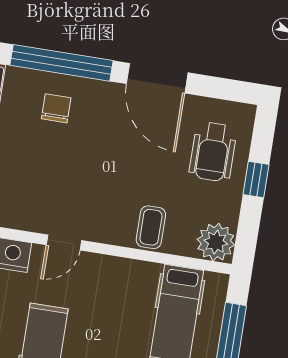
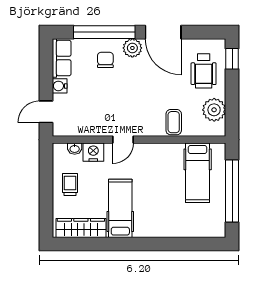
plant: (103, 96) -> (132, 48), added
window: (256, 180) -> (232, 59), moved
plant: (216, 242) -> (214, 110), moved

